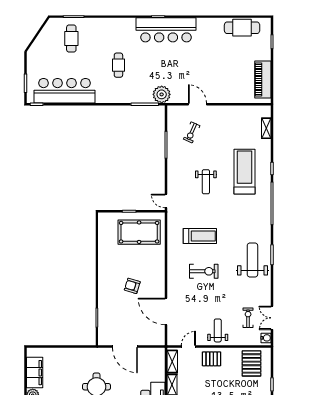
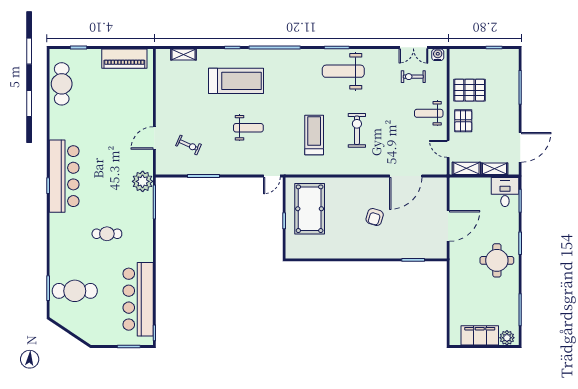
cafe table: (71, 39) -> (75, 291), width x1.37, depth x1.35
treadmill: (245, 172) -> (236, 81), turned 180
pallet: (251, 363) -> (470, 90), moved

